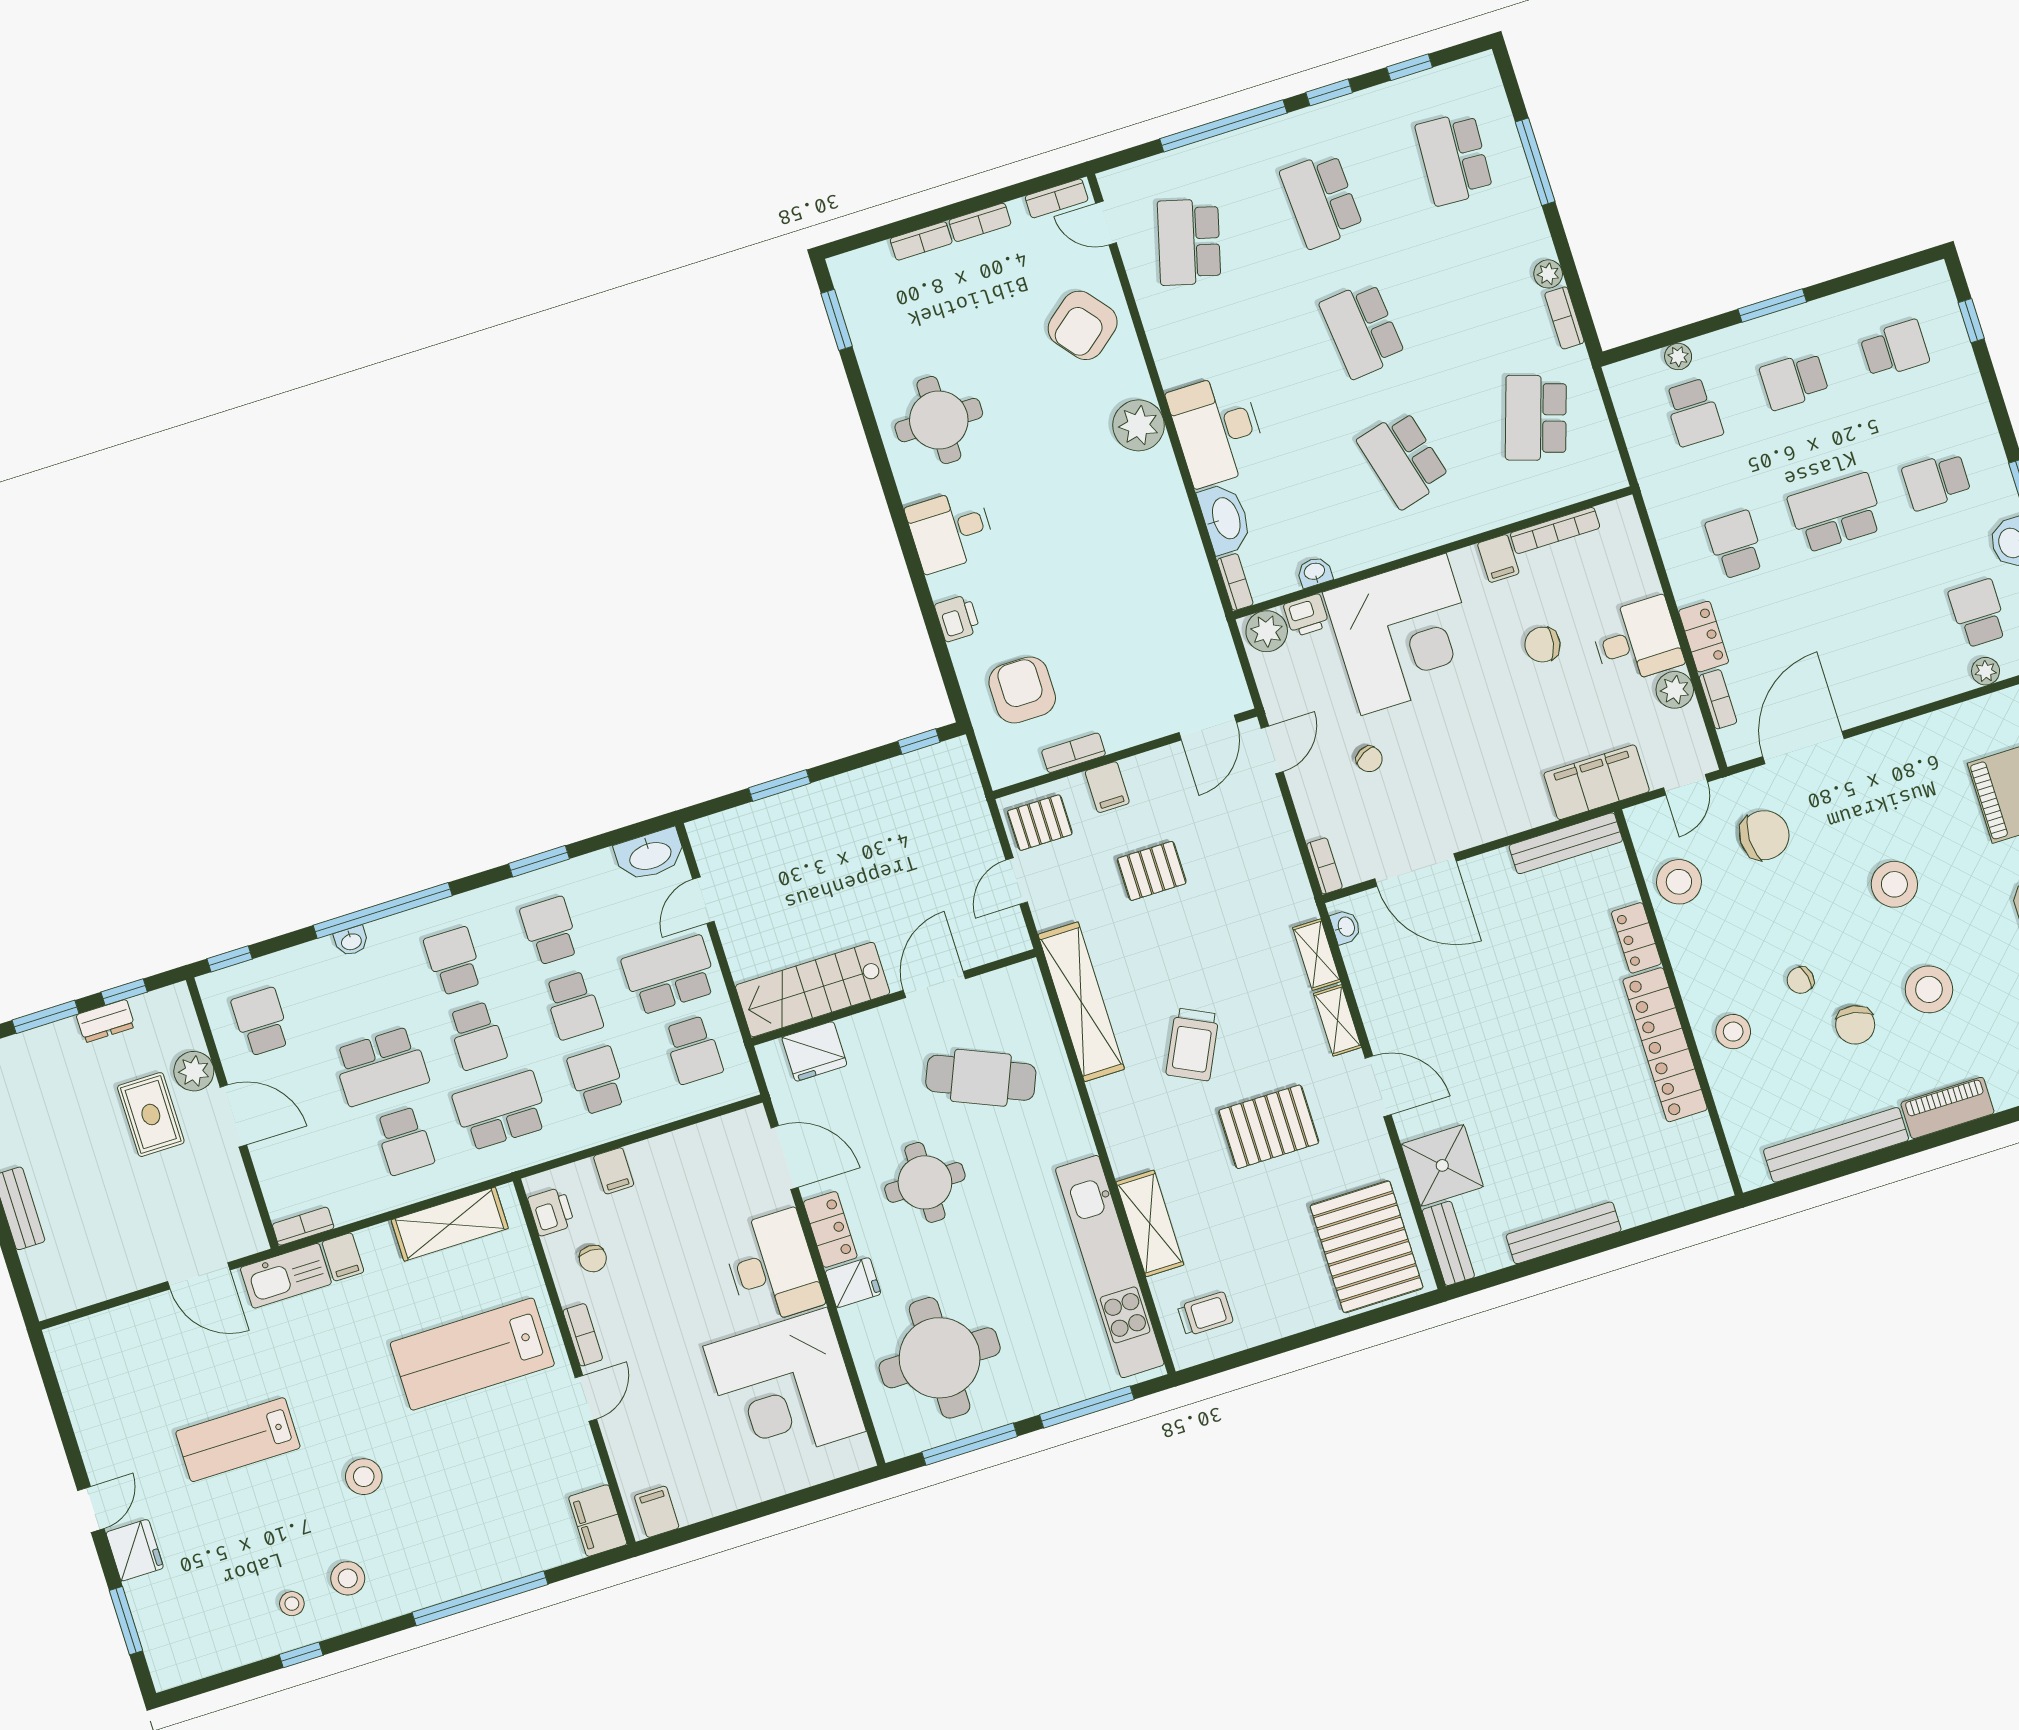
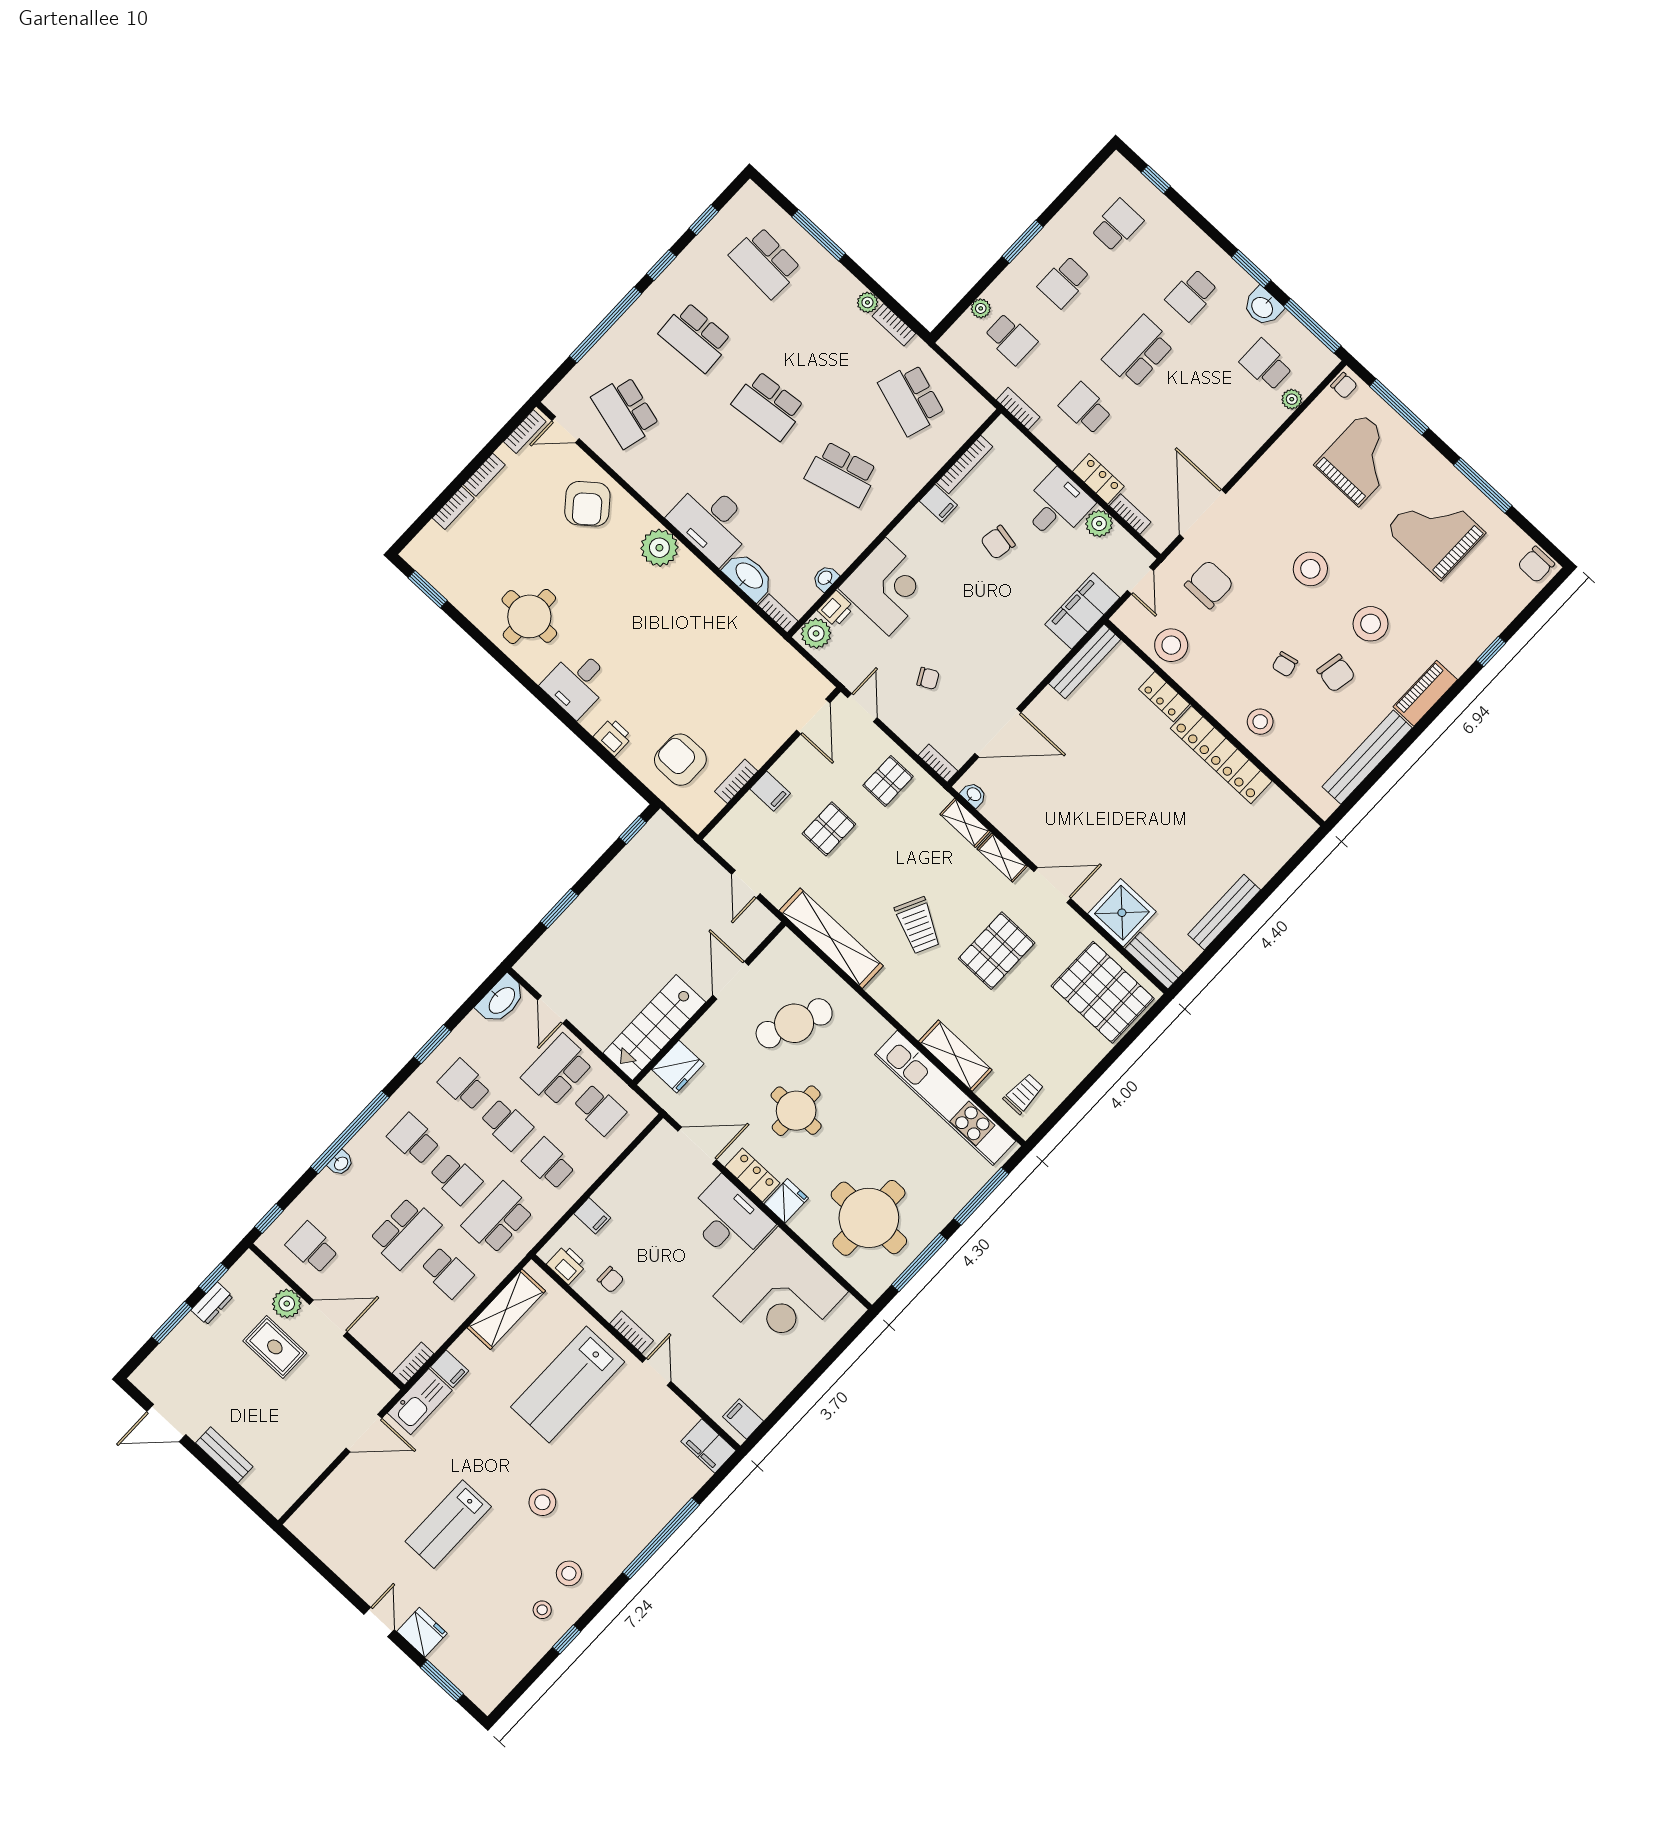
bookcase: (1656, 500) -> (1018, 409), added
corner desk: (1404, 634) -> (887, 587), width x0.74, depth x0.74
pallet: (1040, 823) -> (888, 781), moved

